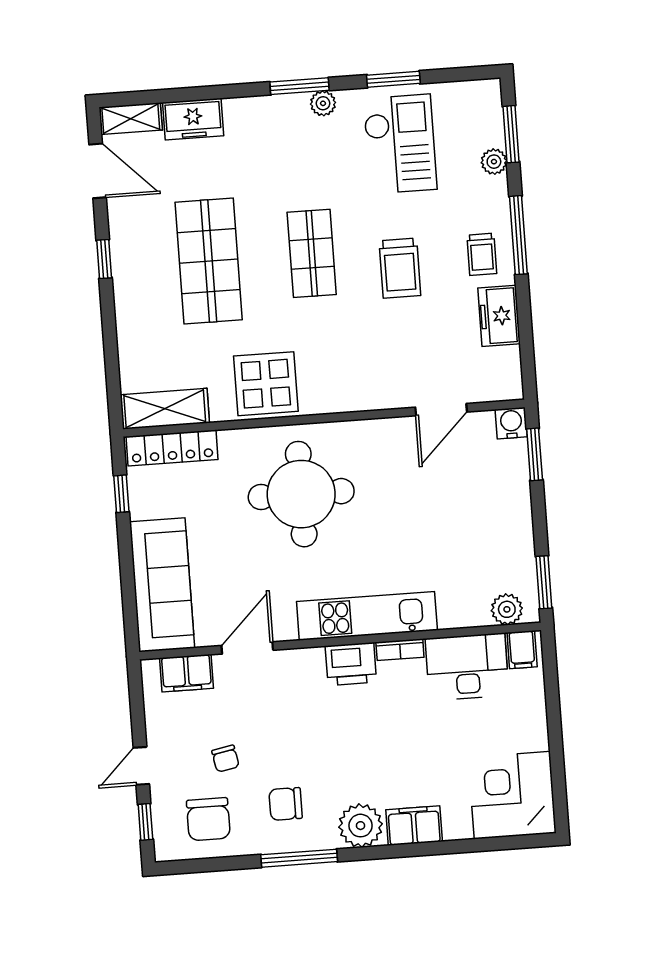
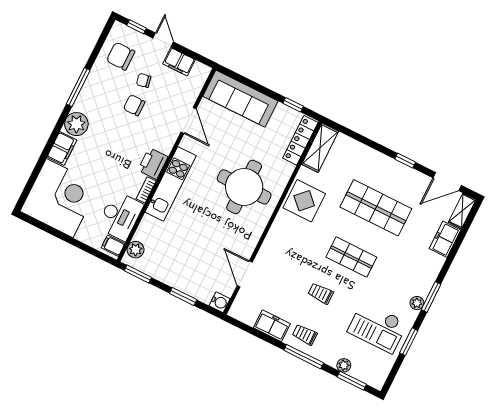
trolley: (400, 268) -> (321, 293), width x0.73, depth x0.72
window: (535, 454) -> (183, 296), moved
filing cabinet: (187, 673) -> (179, 62), moved, turned -90
corner desk: (512, 795) -> (60, 198), width x1.36, depth x1.36
chair: (286, 804) -> (134, 105), moved, turned -90

